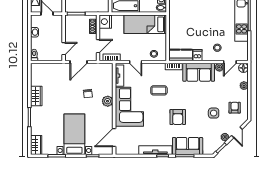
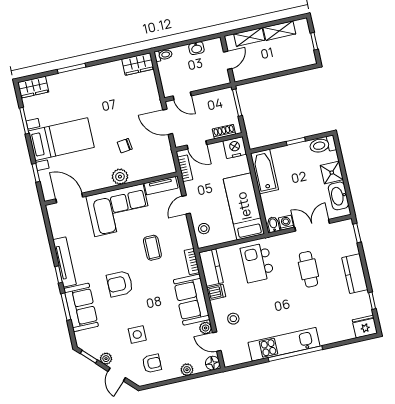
kitchen island: (184, 24) -> (257, 263), added
wardrobe: (36, 96) -> (138, 64), moved
door: (237, 132) -> (117, 374), hinge flipped

